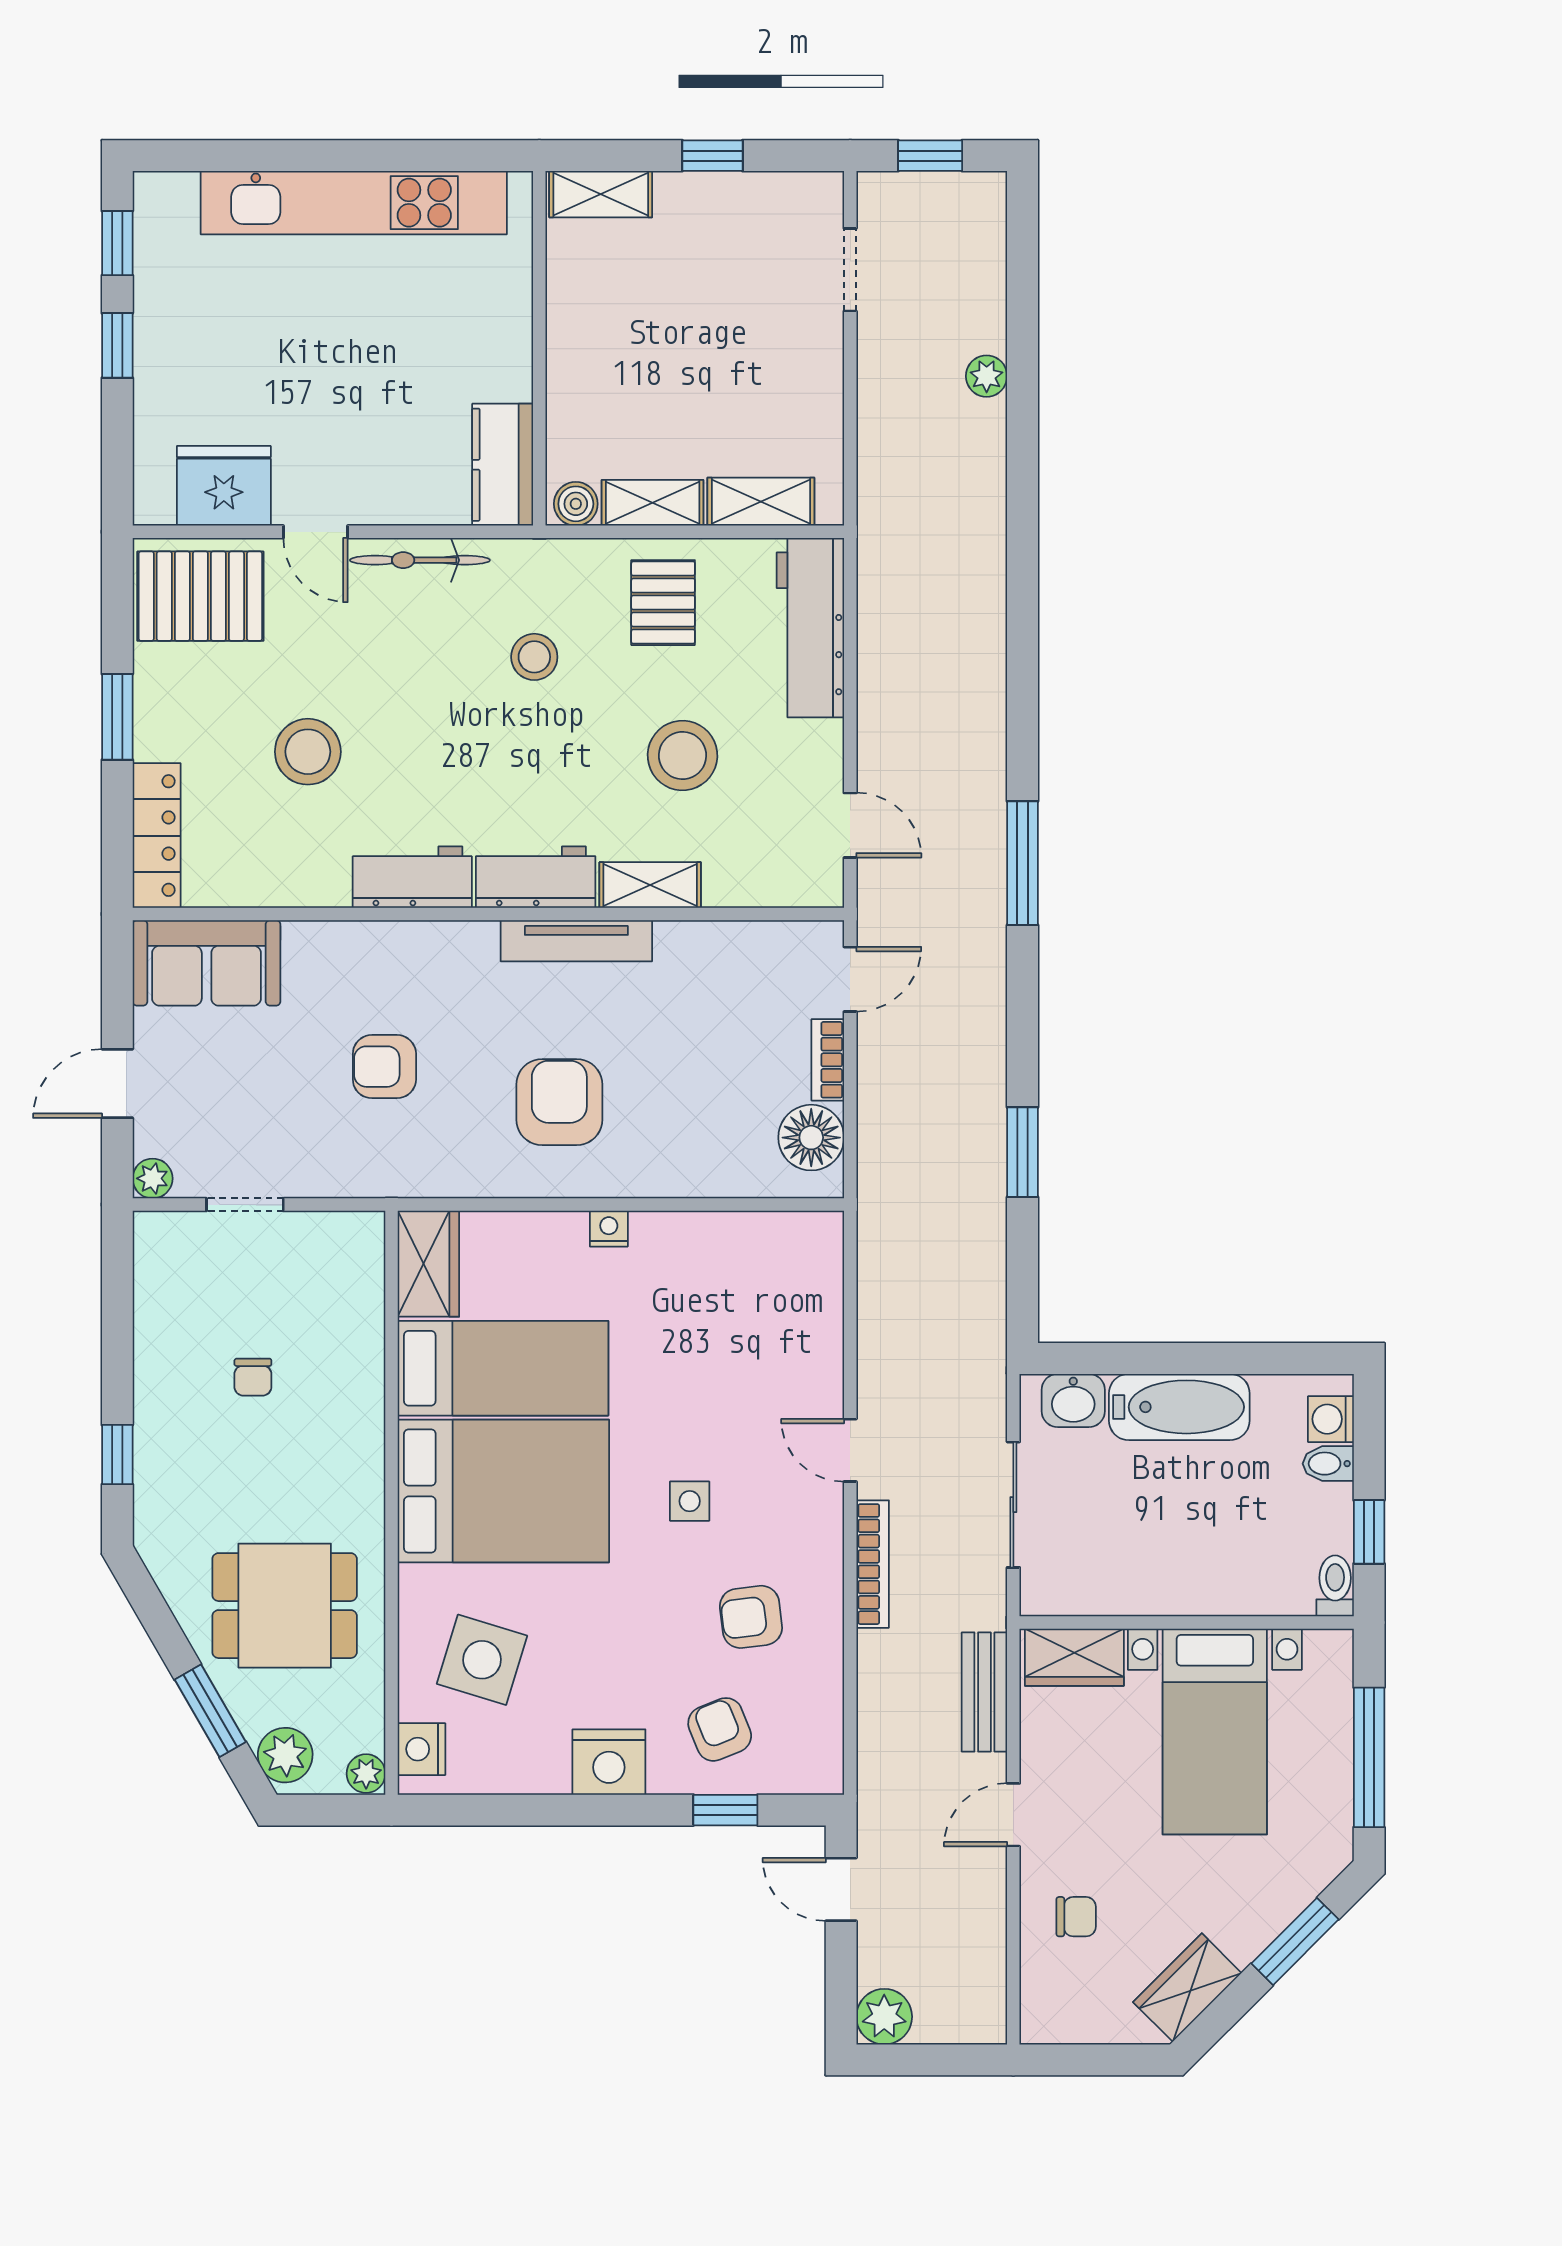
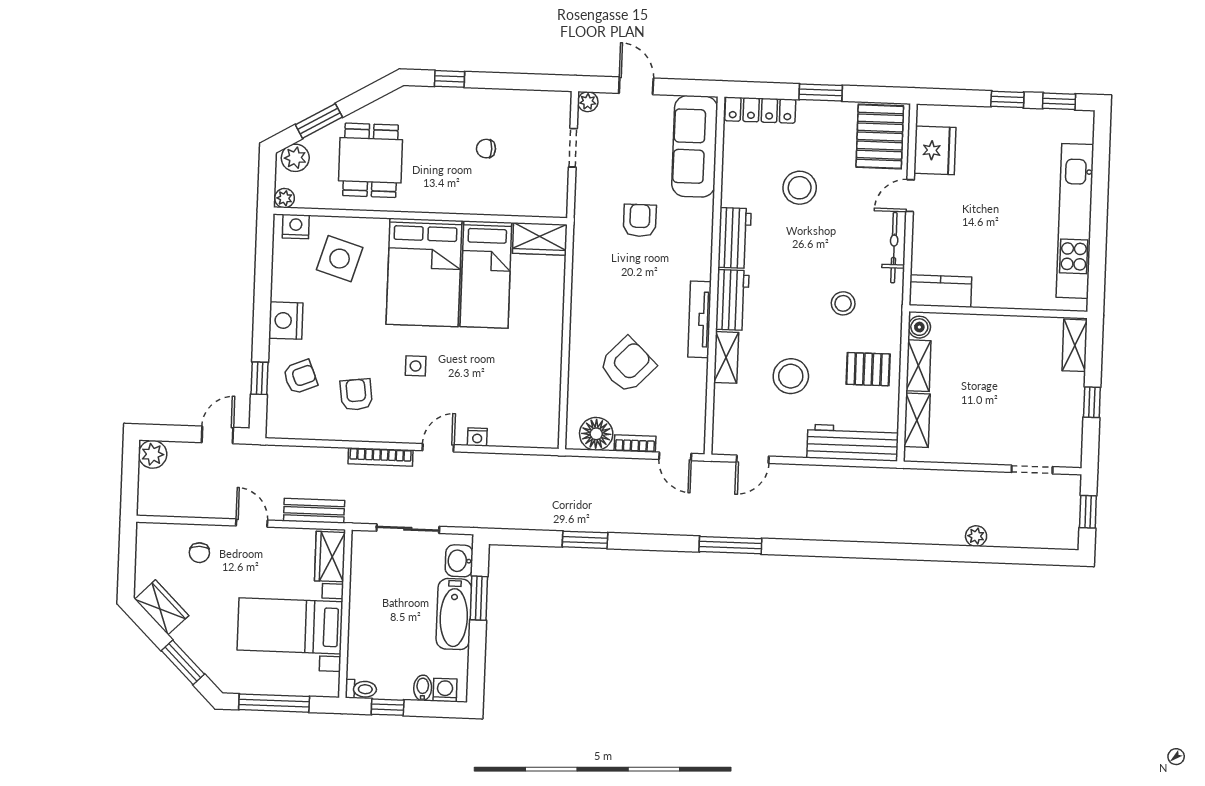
sofa: (207, 963) -> (695, 146), width x1.36
armchair: (559, 1102) -> (627, 365), moved, turned -46
nightstand: (609, 1229) -> (477, 437), moved, turned 90
window: (1146, 1358) -> (479, 598), added

